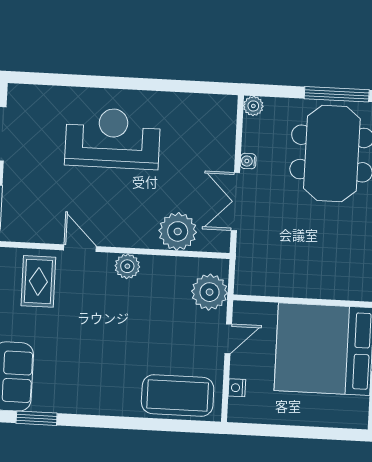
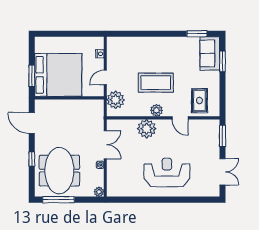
reception desk: (113, 138) -> (167, 172), turned 180
plant: (178, 231) -> (147, 129), moved
coffee table: (178, 396) -> (156, 83), moved

